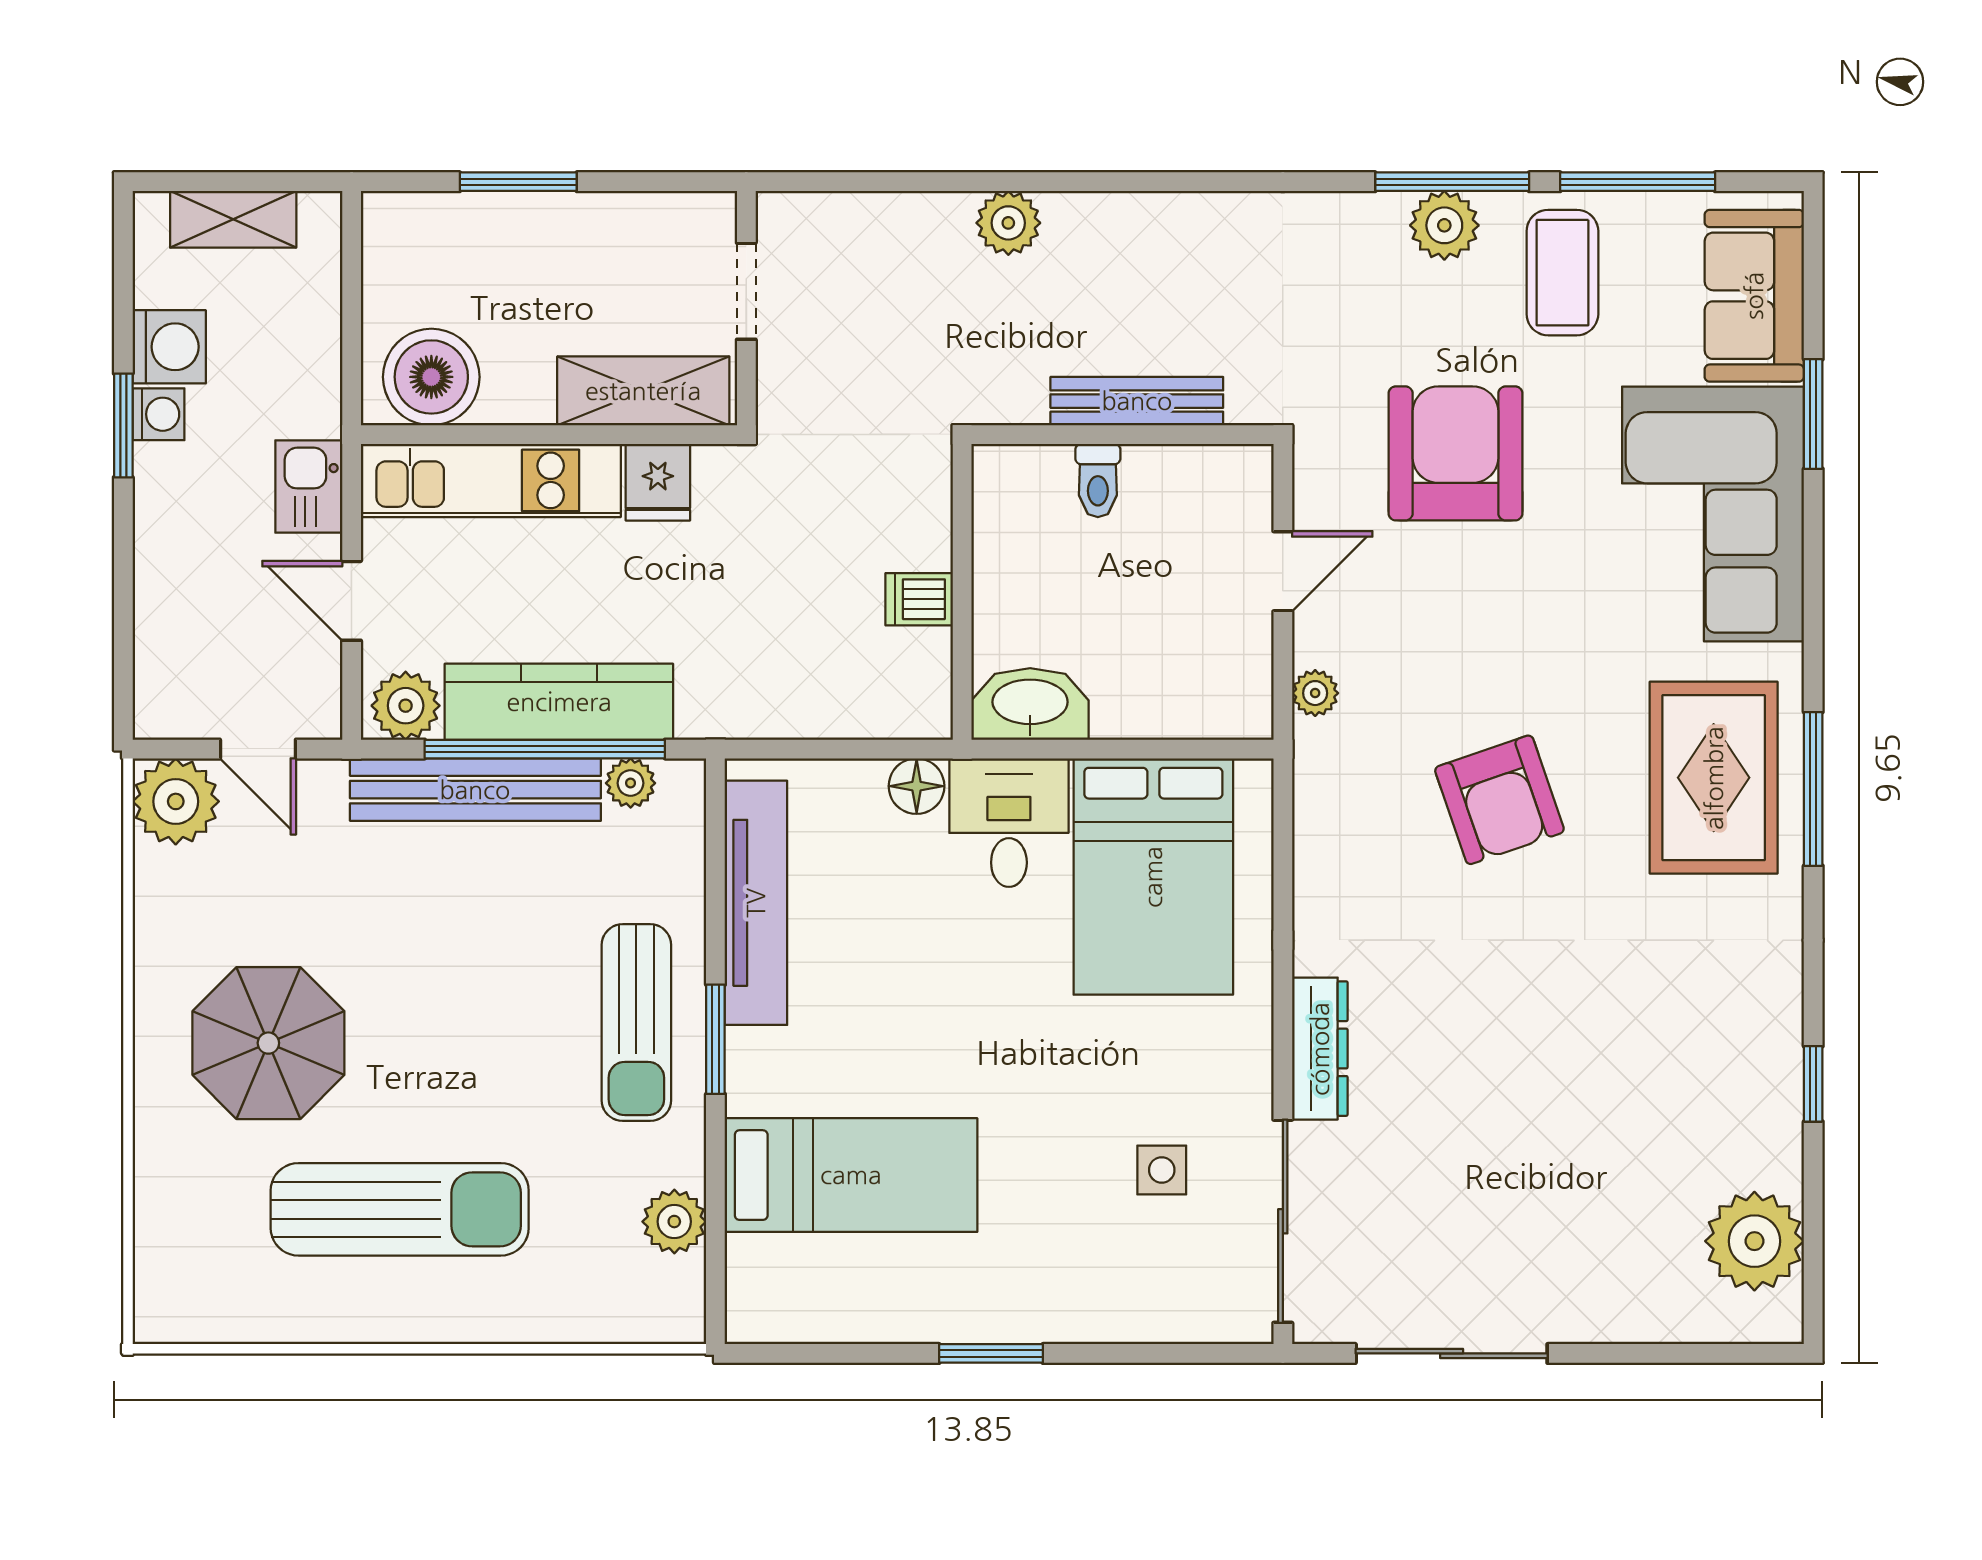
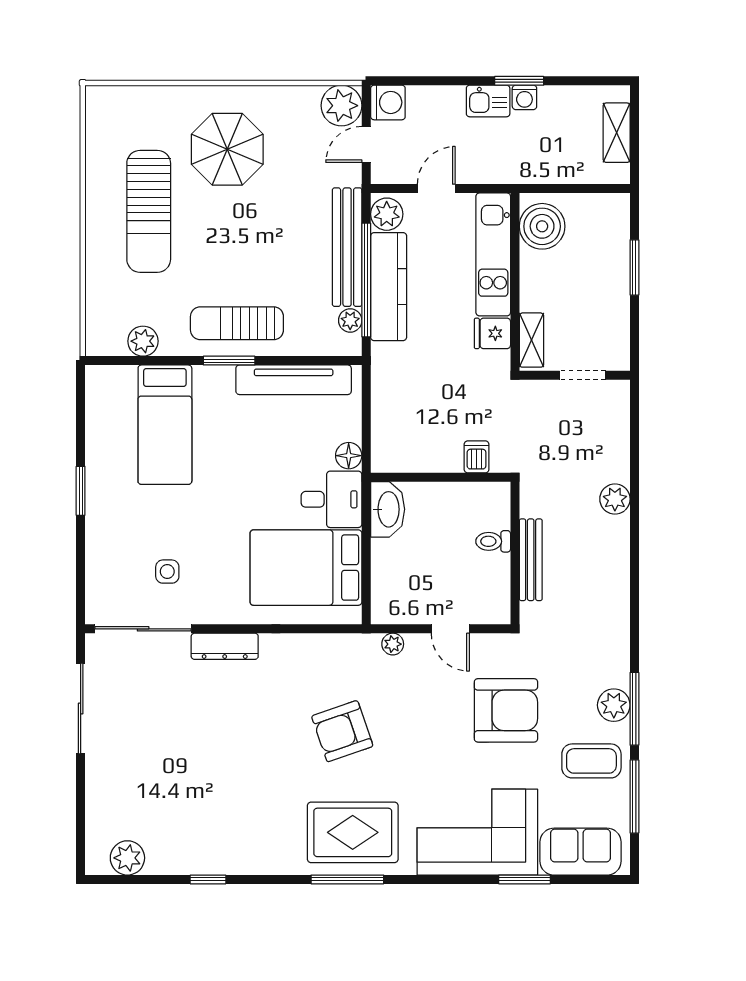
washing machine: (169, 347) -> (388, 102), moved, turned -90
shelving: (643, 391) -> (531, 340), width x0.67, depth x0.75
kitchen sink: (309, 487) -> (488, 101), moved, turned 180
dishwasher: (919, 599) -> (477, 457), moved
plant: (1754, 1241) -> (127, 858), width x0.73, depth x0.73

